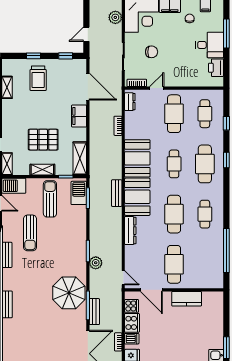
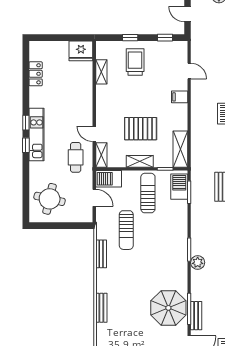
door: (86, 34) -> (187, 14), hinge flipped
trolley: (38, 78) -> (135, 62), turned 180
door: (88, 87) -> (189, 71), width x0.53
filing cabinet: (79, 116) -> (180, 97), width x0.50
parasol: (69, 293) -> (168, 308), moved

